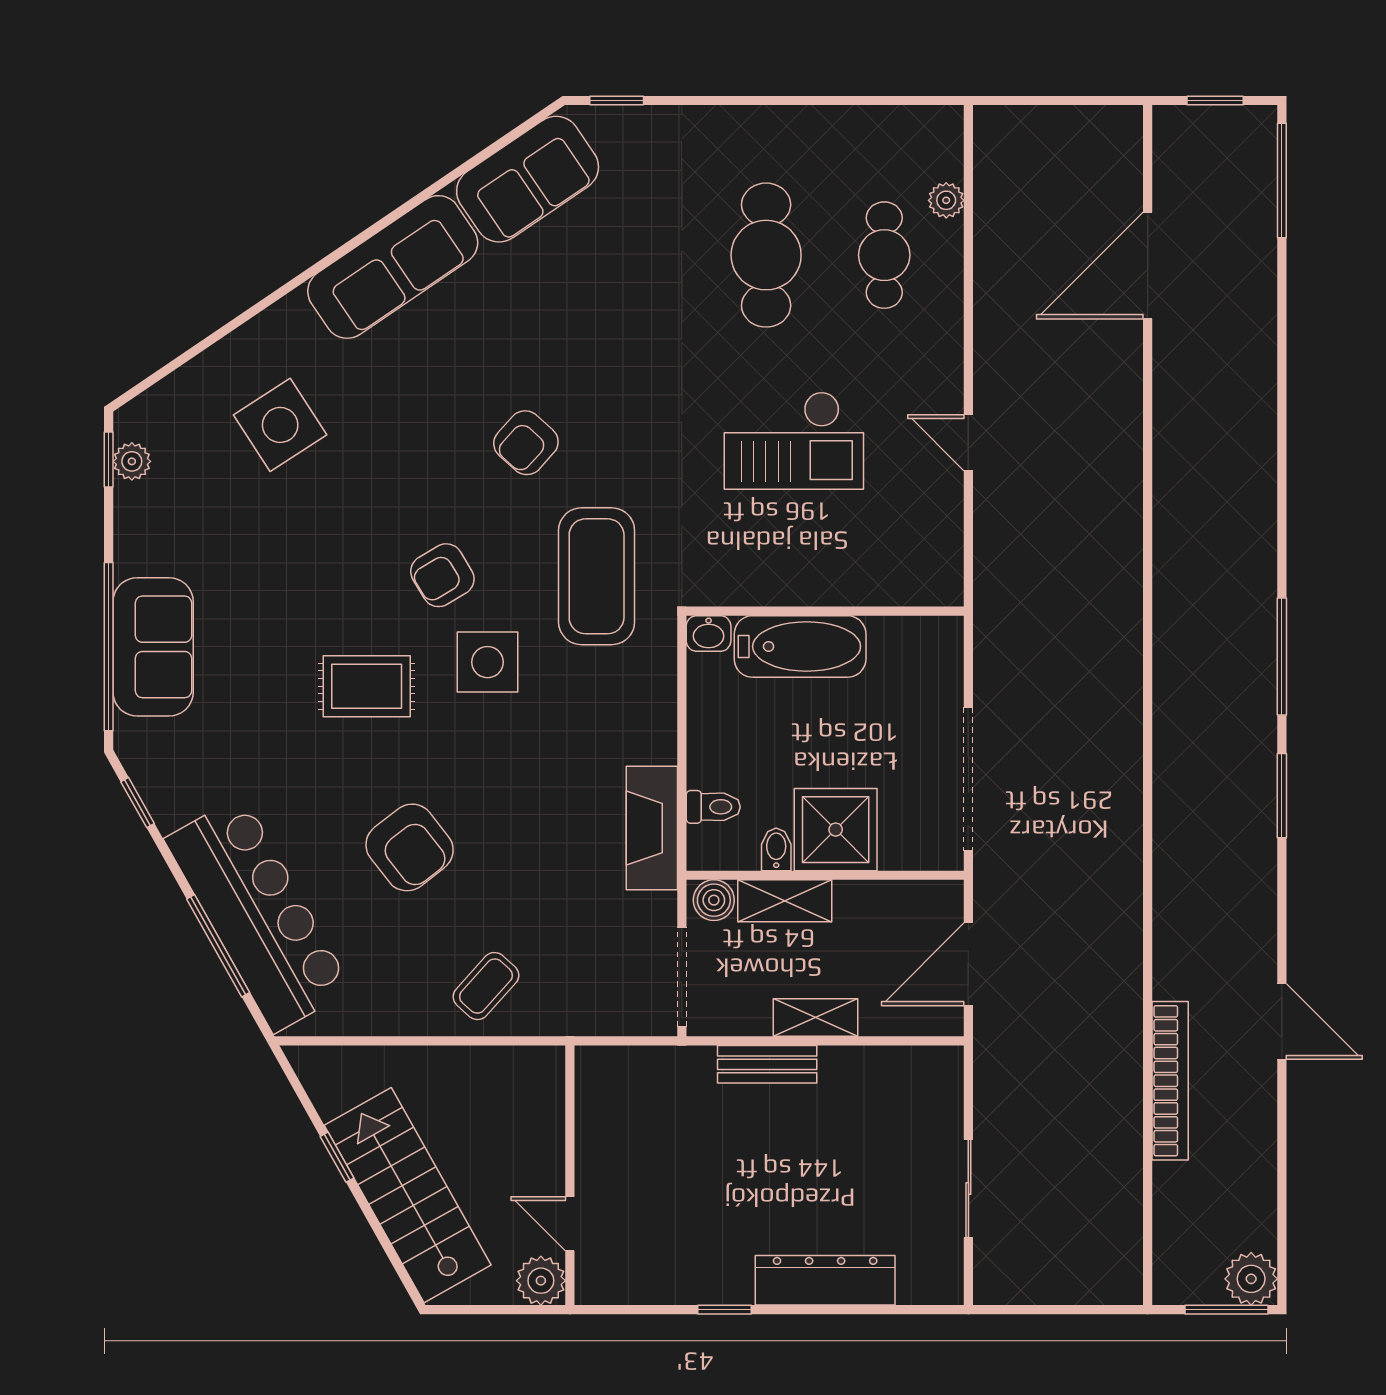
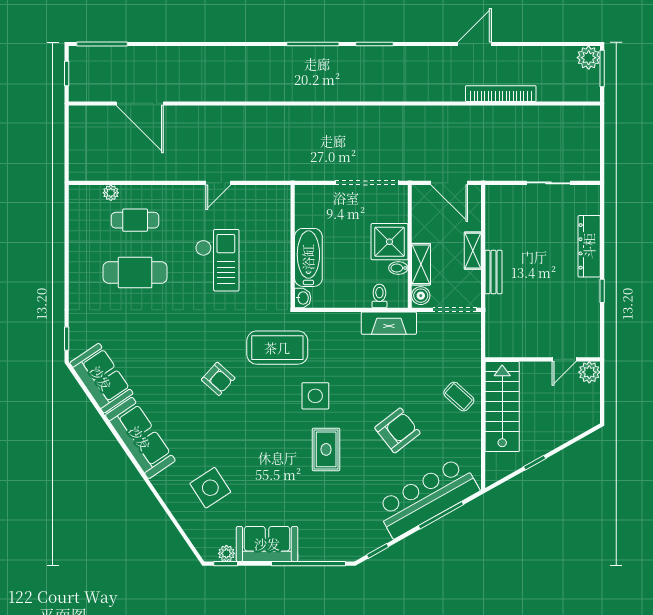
armchair: (442, 575) -> (277, 416), removed
sofa: (153, 647) -> (267, 544), moved
stairs: (408, 1195) -> (502, 407), moved, turned 119

